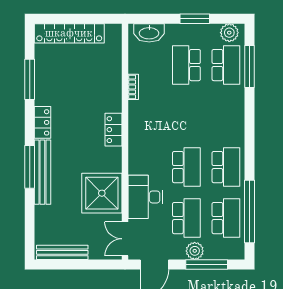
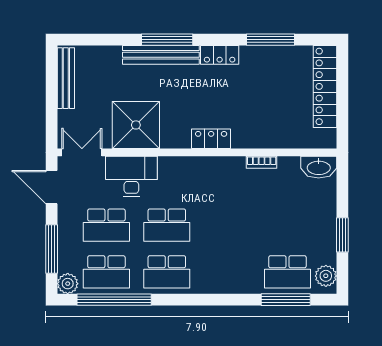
washbasin: (149, 33) -> (319, 167), moved, turned -90
school desk: (186, 65) -> (287, 225), removed
plant: (195, 251) -> (68, 284), moved

